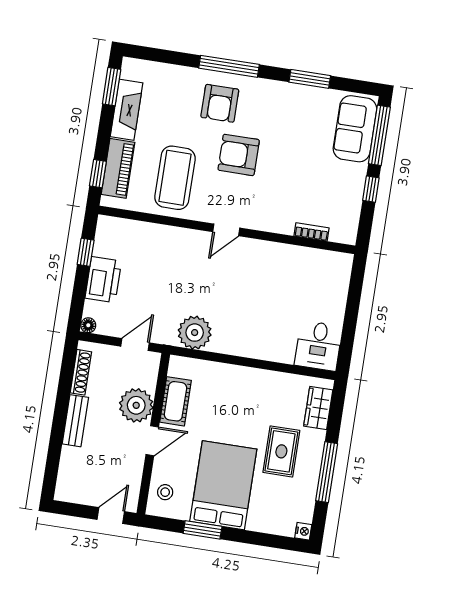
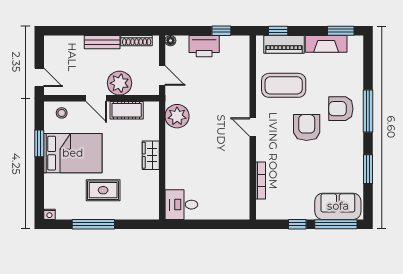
bookcase: (312, 232) -> (261, 180), width x1.56
wardrobe: (318, 408) -> (151, 155), moved, turned -90

